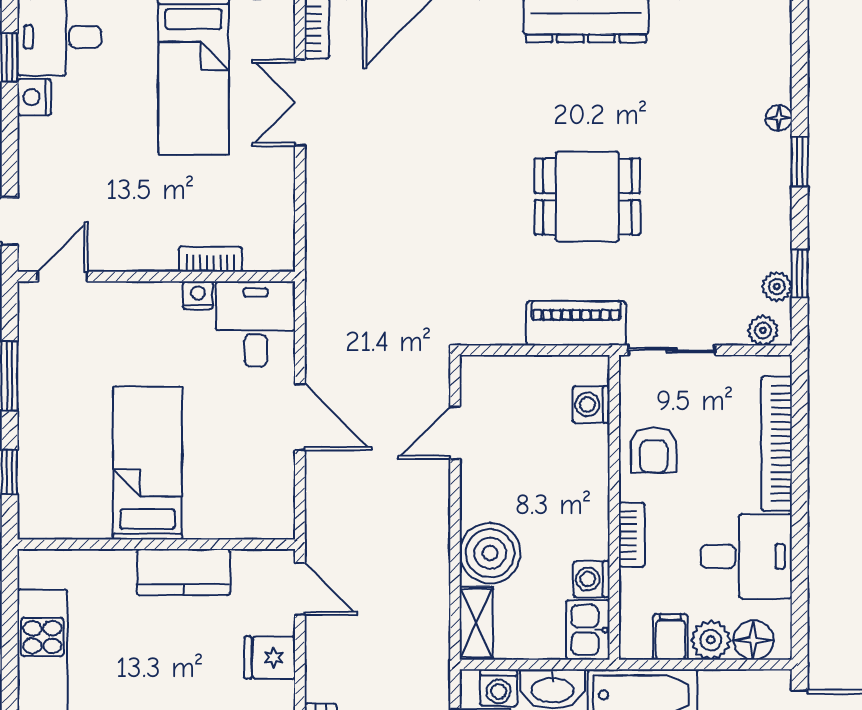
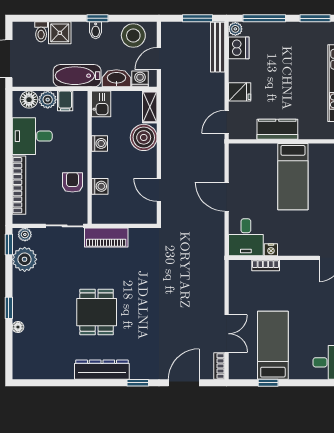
dining table: (587, 197) -> (97, 312), moved, turned 90
window: (800, 273) -> (9, 245), moved
plant: (777, 287) -> (25, 259), width x1.87, depth x1.87
washing machine: (591, 404) -> (100, 186), moved
door: (455, 433) -> (159, 190), swing flipped
bookcase: (632, 535) -> (82, 145), removed
washing machine: (591, 579) -> (100, 143), moved
door: (300, 589) -> (227, 122), hinge flipped

